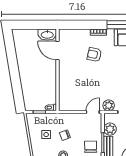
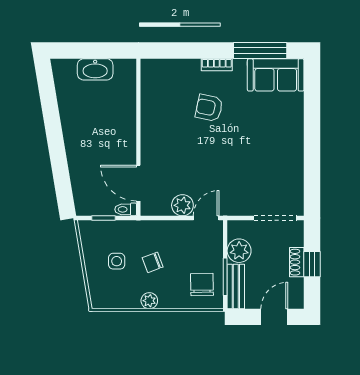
washbasin: (47, 35) -> (95, 69), moved
door: (57, 51) -> (138, 183), moved
plant: (109, 105) -> (182, 205), moved

